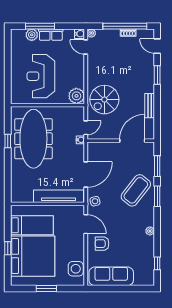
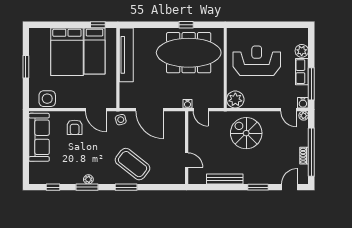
window: (40, 26) -> (311, 84), moved
door: (86, 47) -> (288, 110), swing flipped
spiral stairs: (104, 100) -> (246, 133), moved
bench: (150, 106) -> (225, 179), width x1.36
door: (132, 141) -> (187, 160), width x0.53
window: (157, 166) -> (87, 187), moved
tv unit: (58, 196) -> (126, 55), moved
door: (86, 224) -> (96, 110), hinge flipped
armchair: (102, 244) -> (75, 127), turned 180
window: (8, 248) -> (98, 25), moved
bed: (33, 256) -> (67, 52), width x0.73

